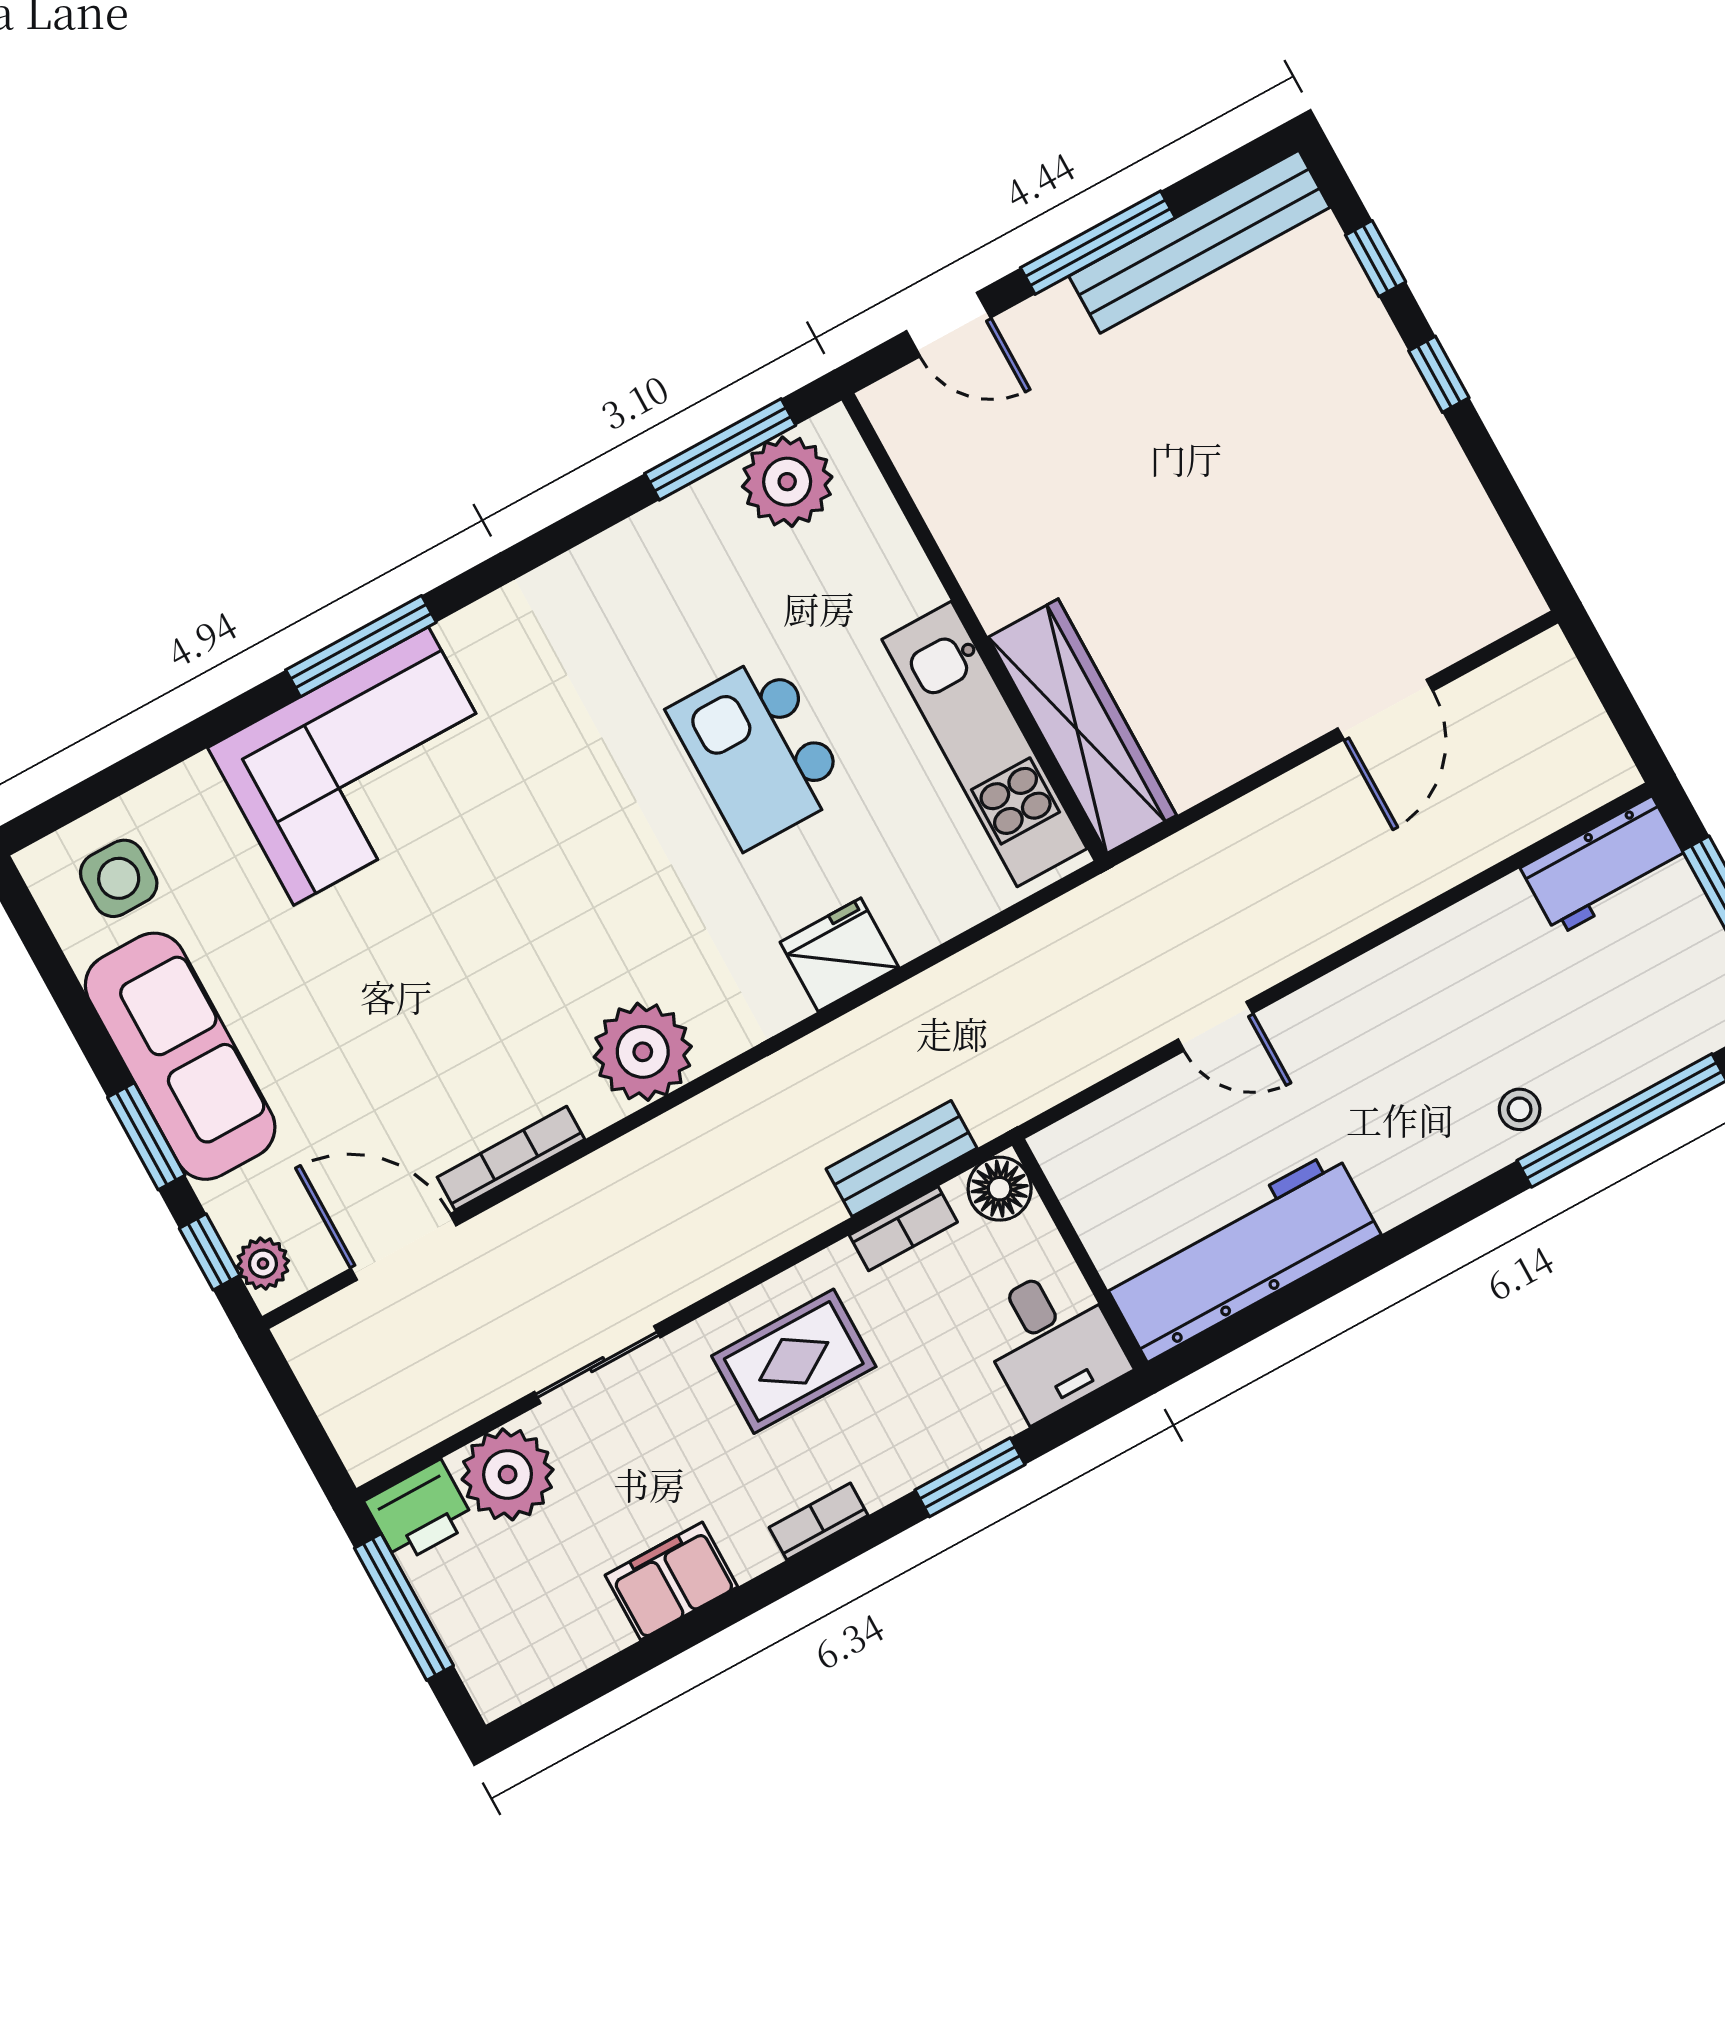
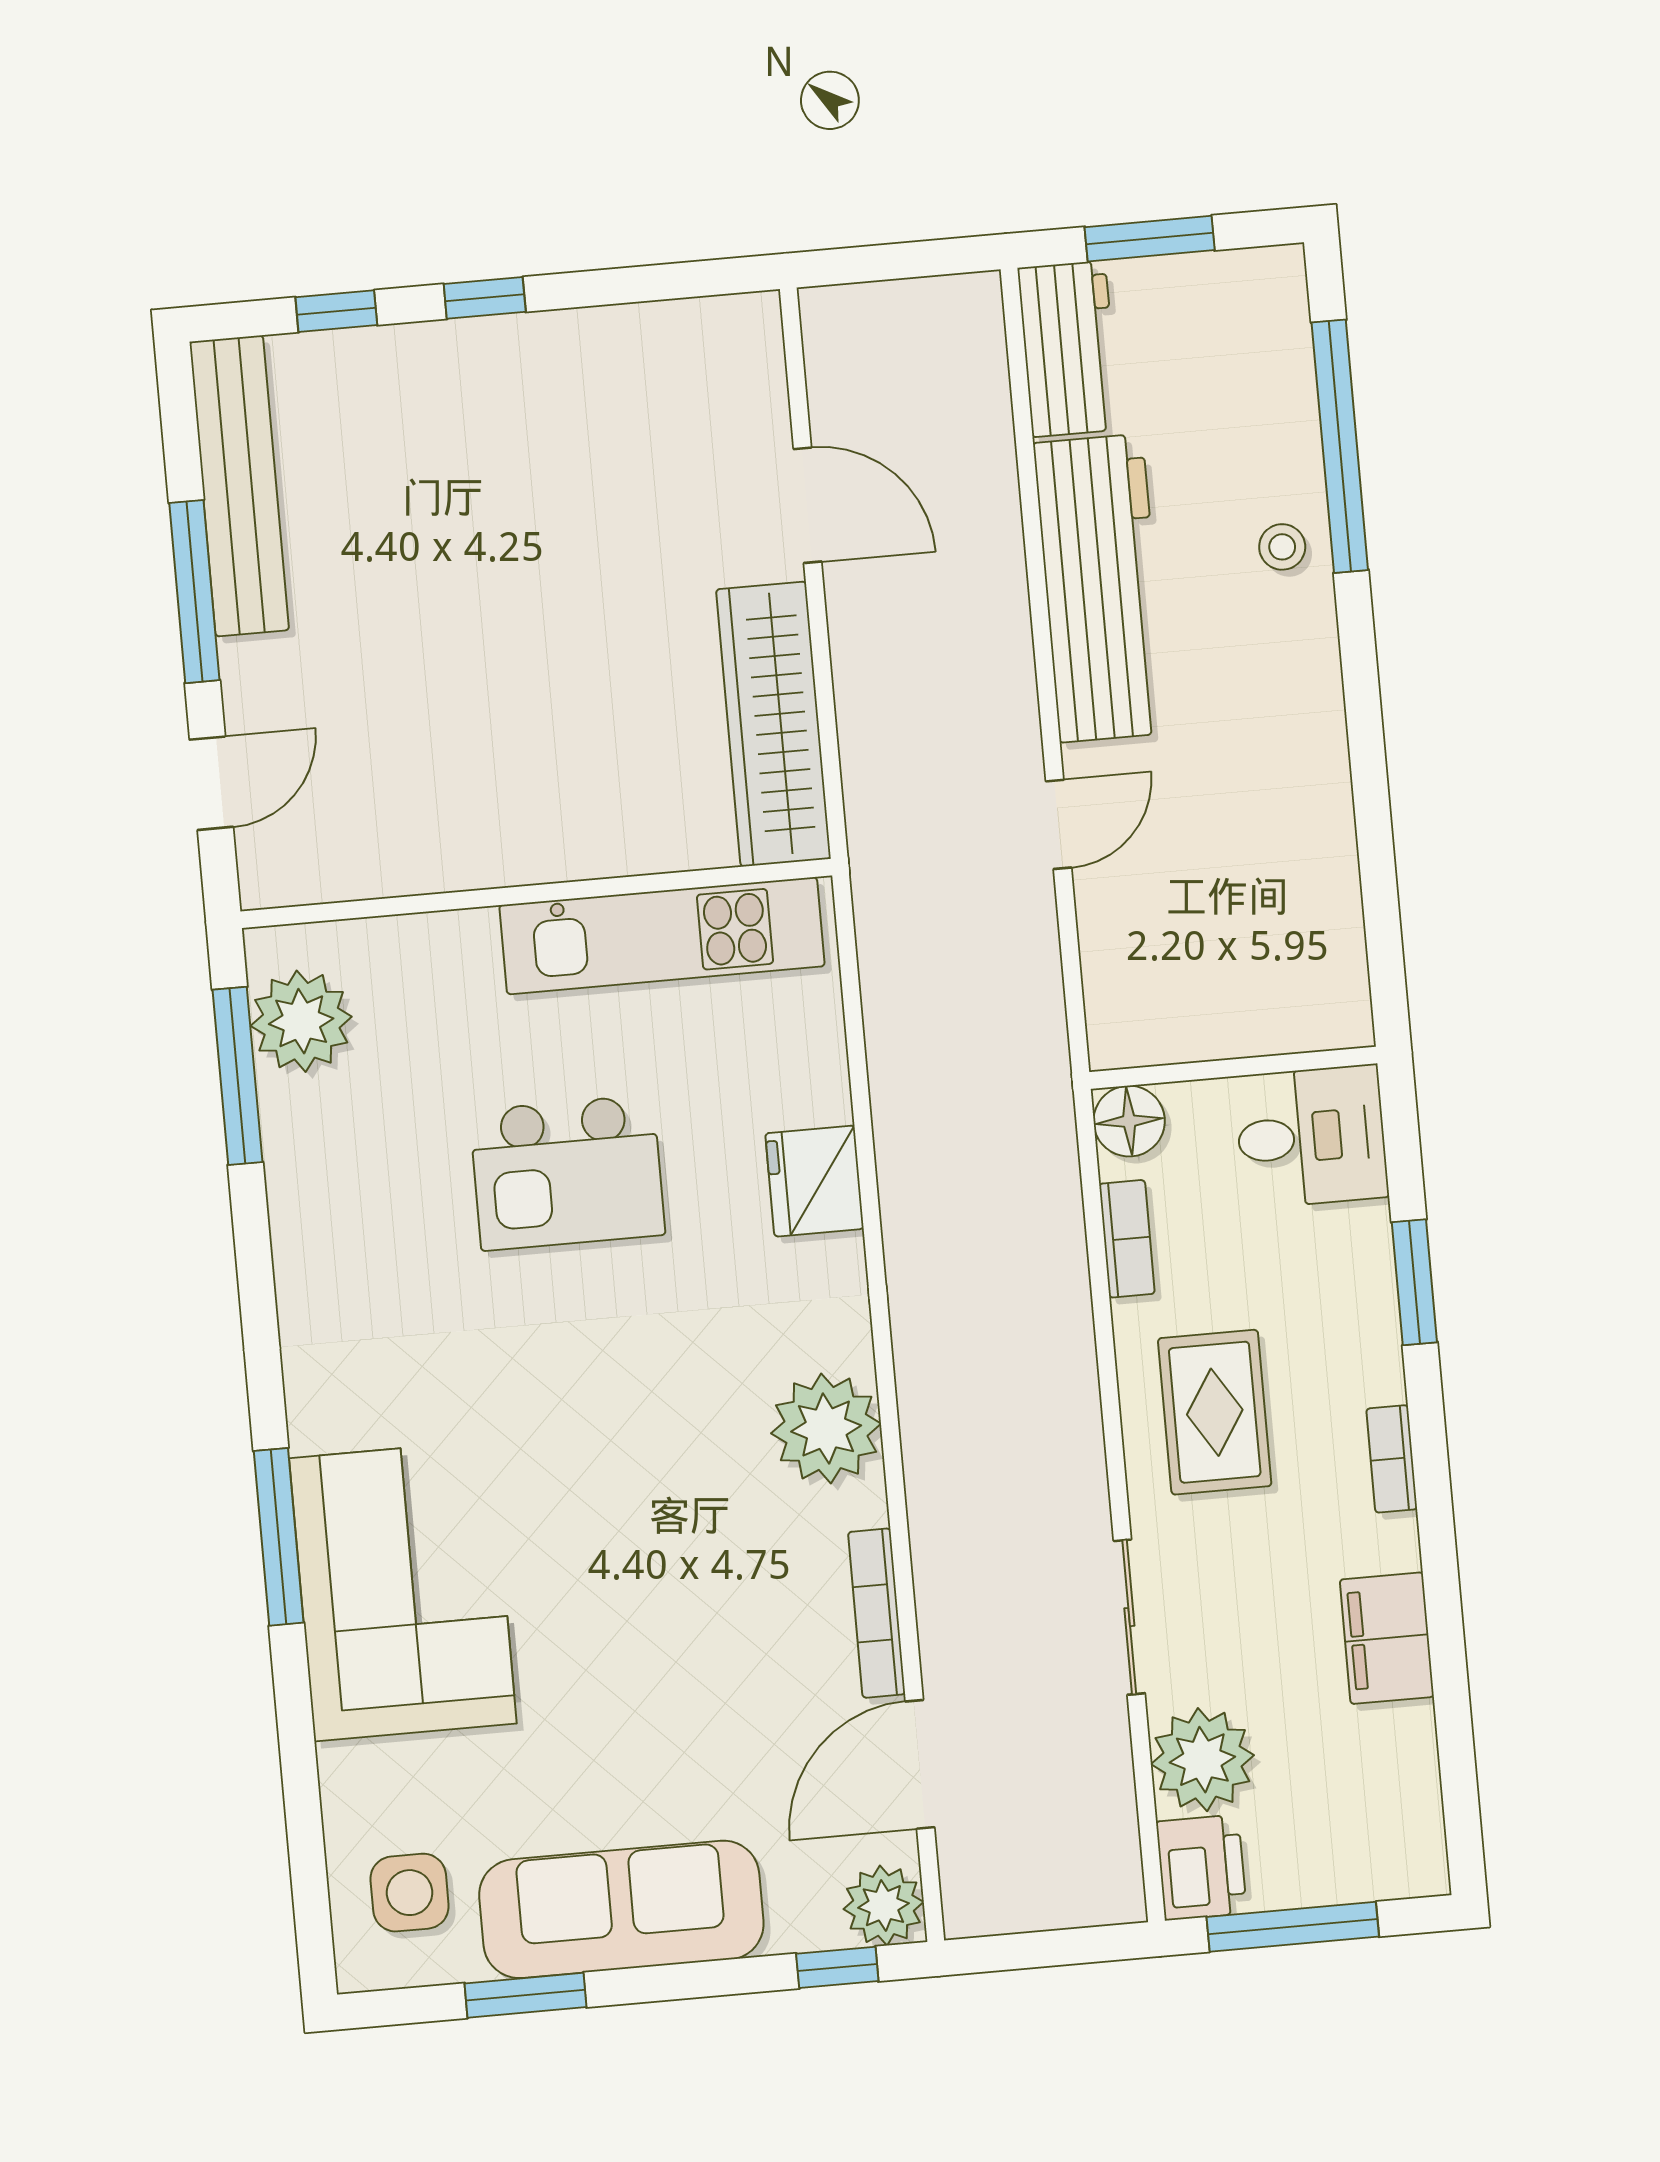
wardrobe: (1082, 726) -> (773, 724), moved, turned -90
window: (146, 1136) -> (525, 1995), moved
bench: (902, 1159) -> (1054, 1209), removed
workbench: (1241, 1256) -> (1101, 588), moved, turned 180
plant: (263, 1264) -> (883, 1906), width x1.38, depth x1.38

